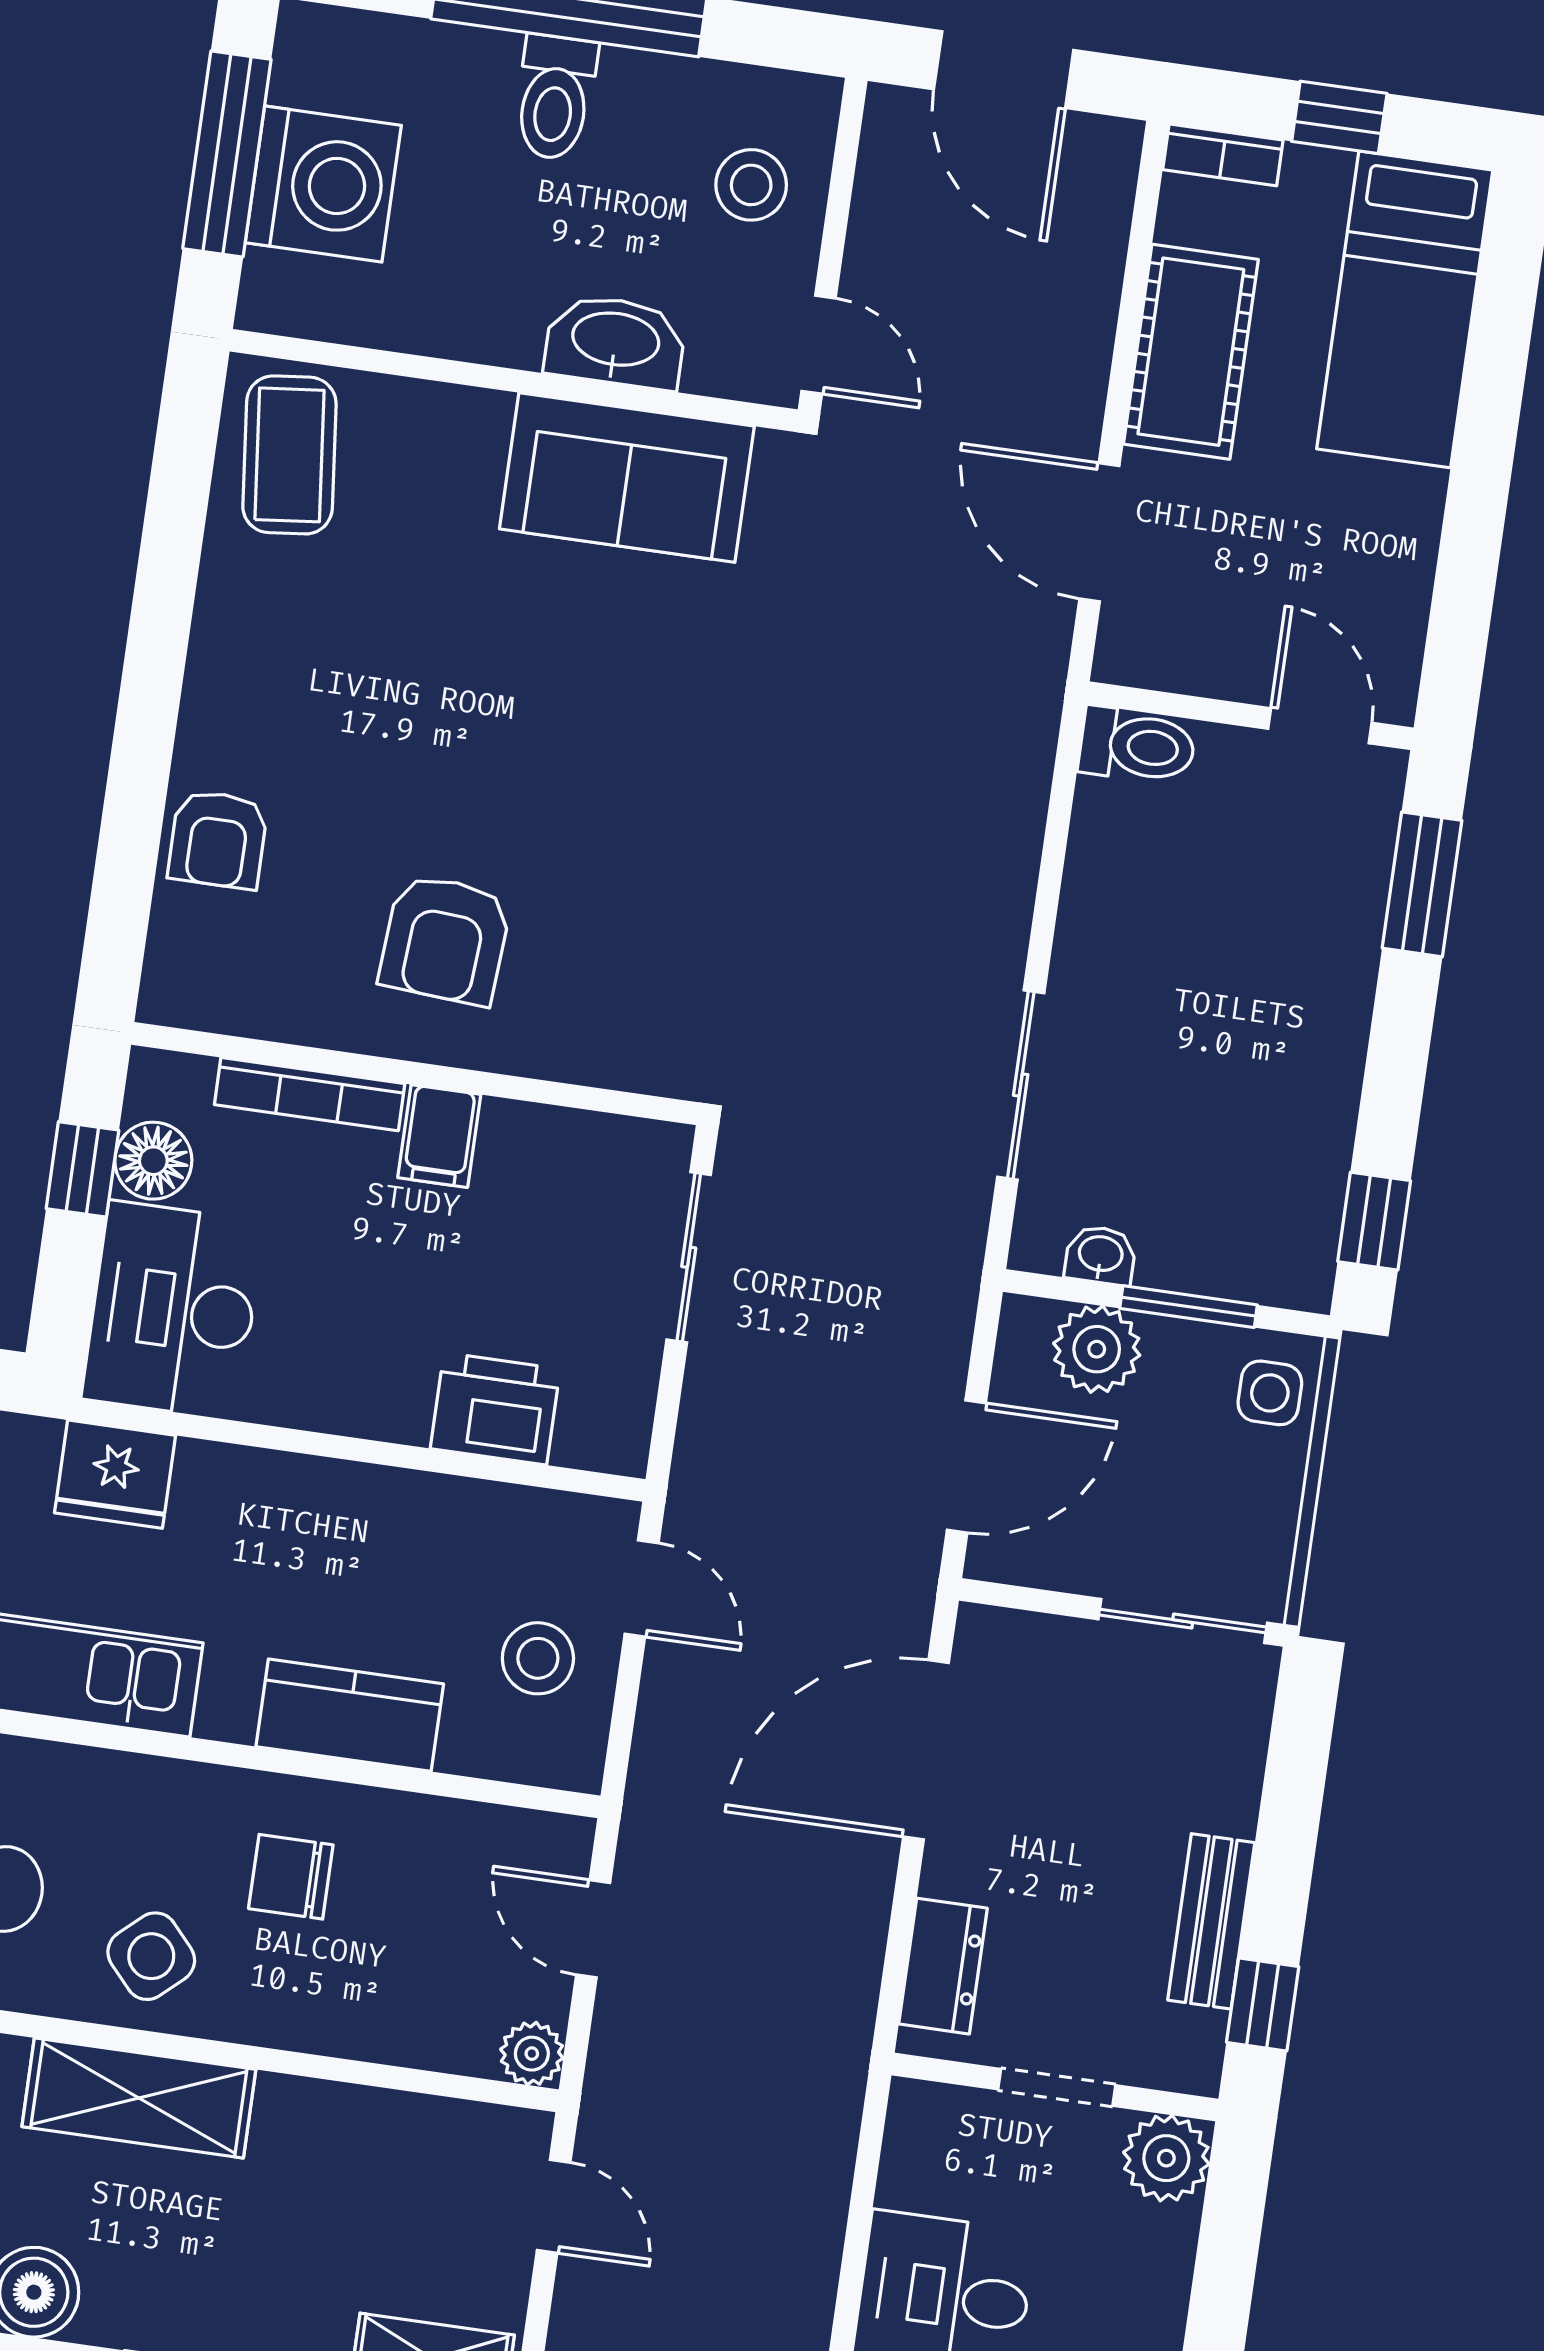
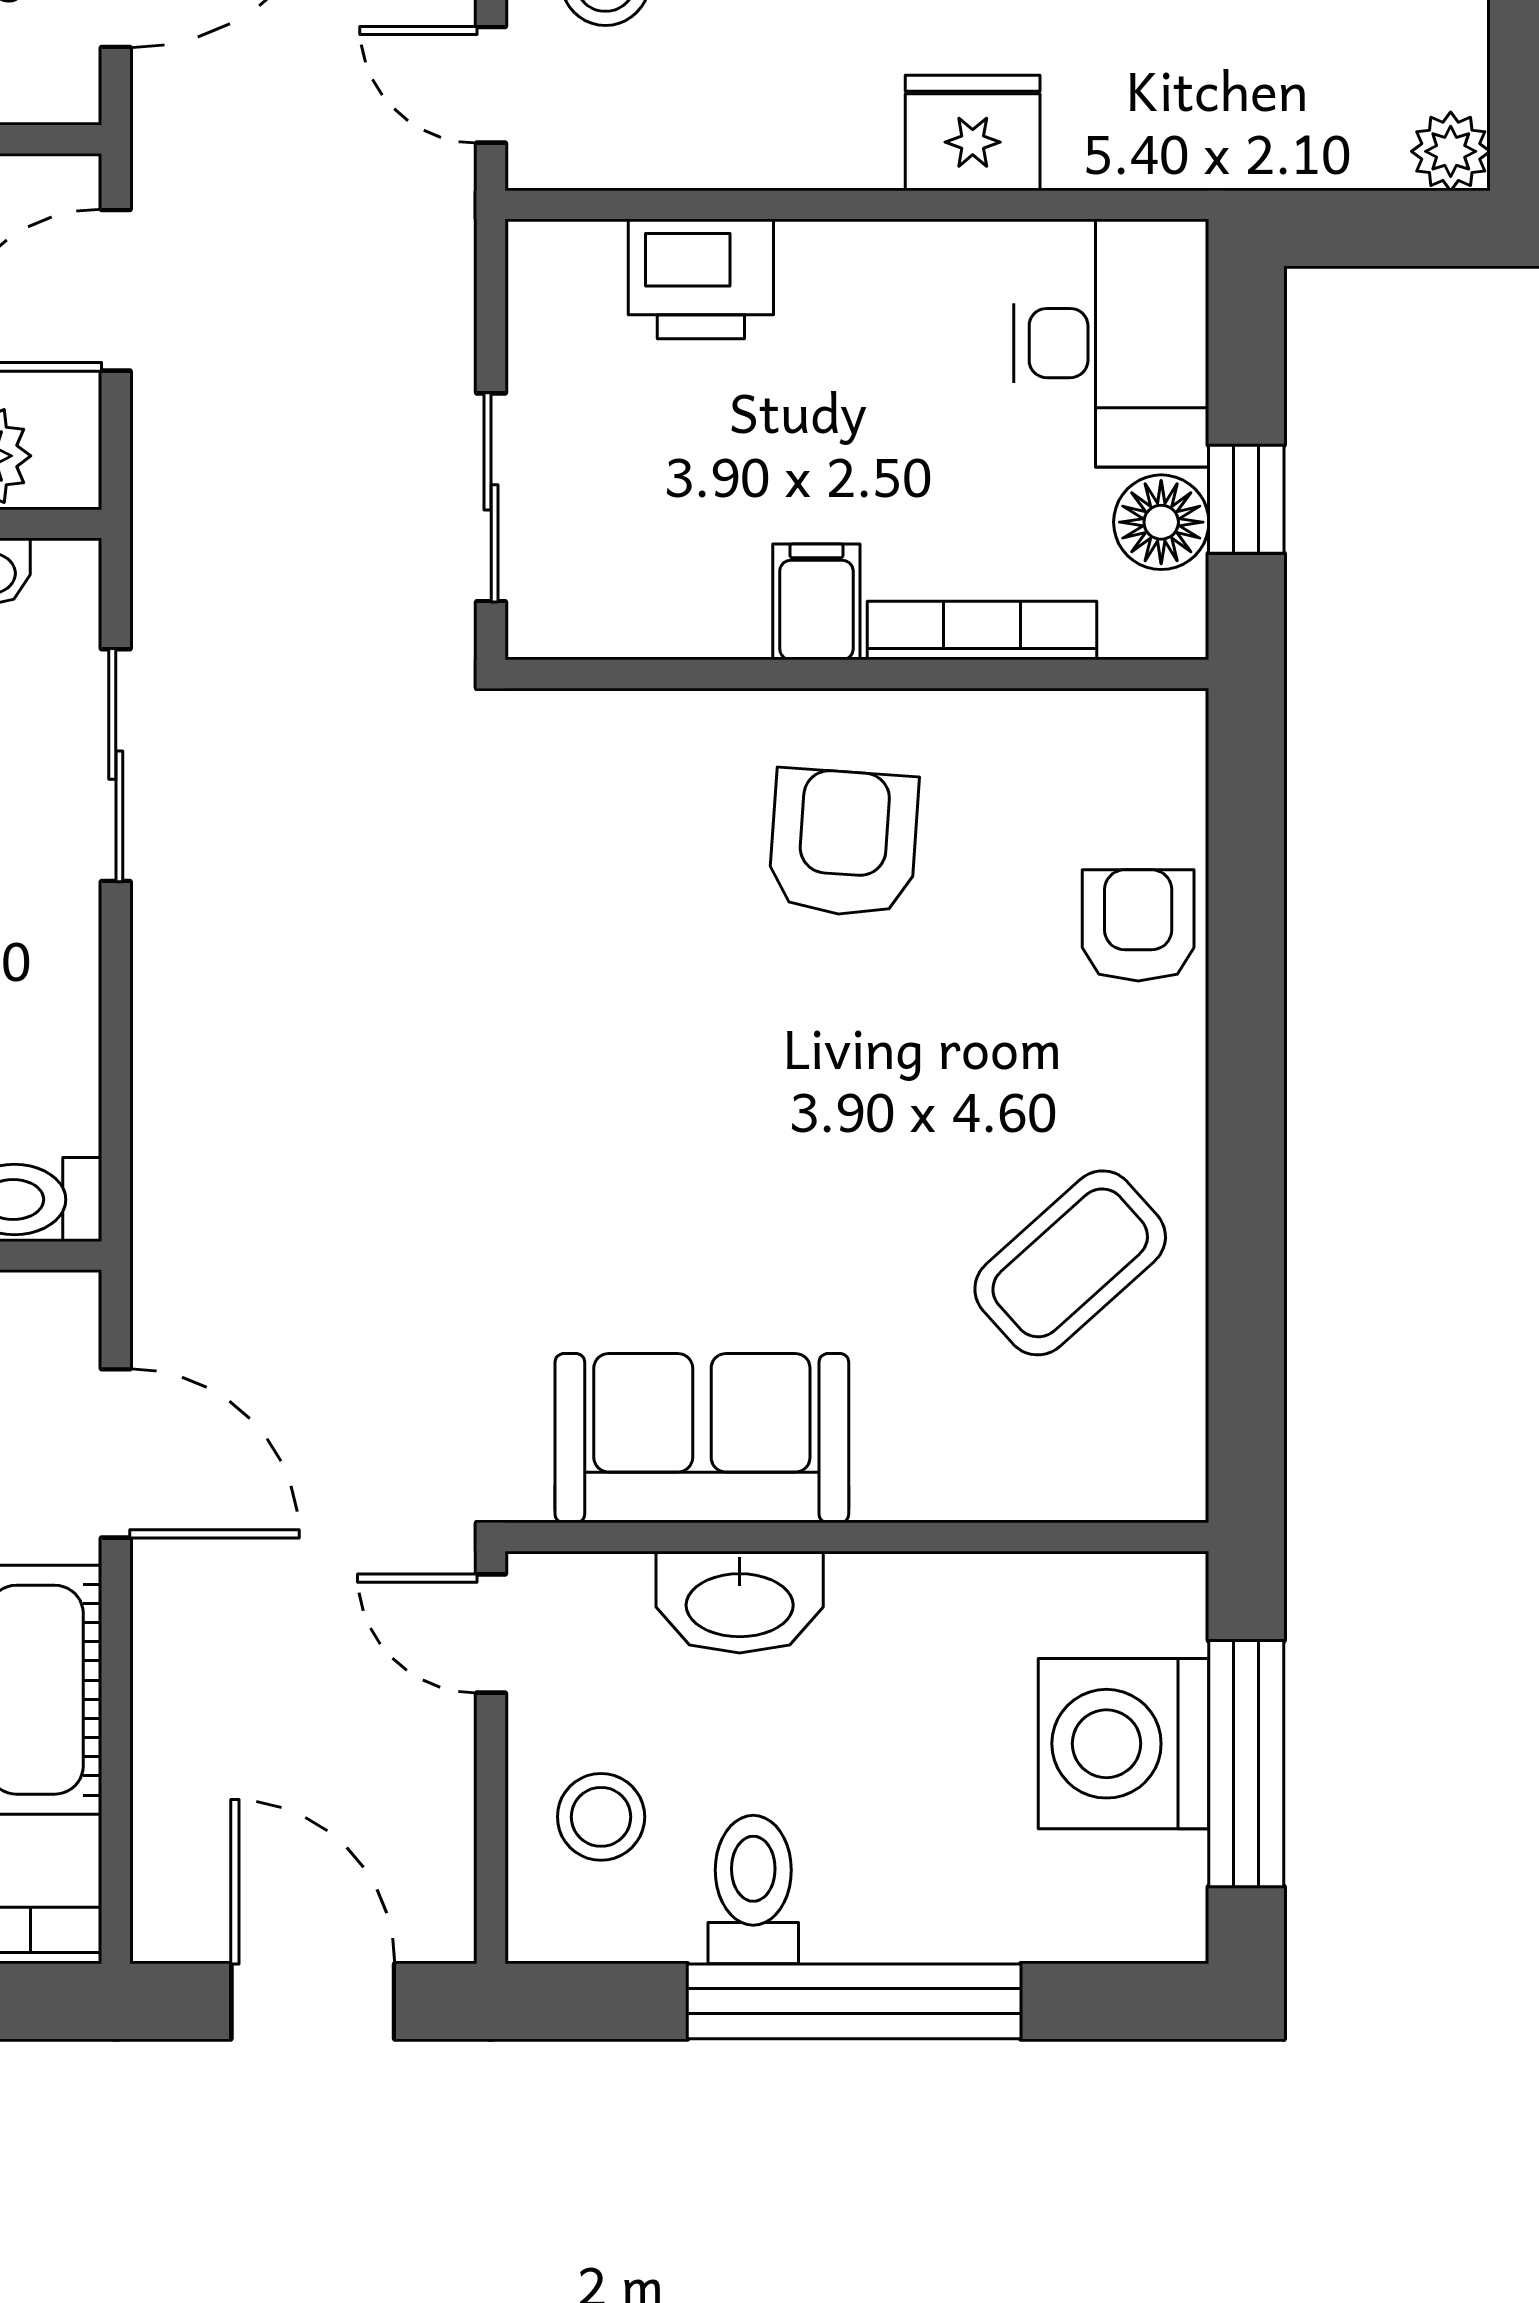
toilet: (555, 97) -> (753, 1890), moved
coffee table: (289, 455) -> (1070, 1263), moved, turned 54
fridge: (115, 1474) -> (973, 133), moved

